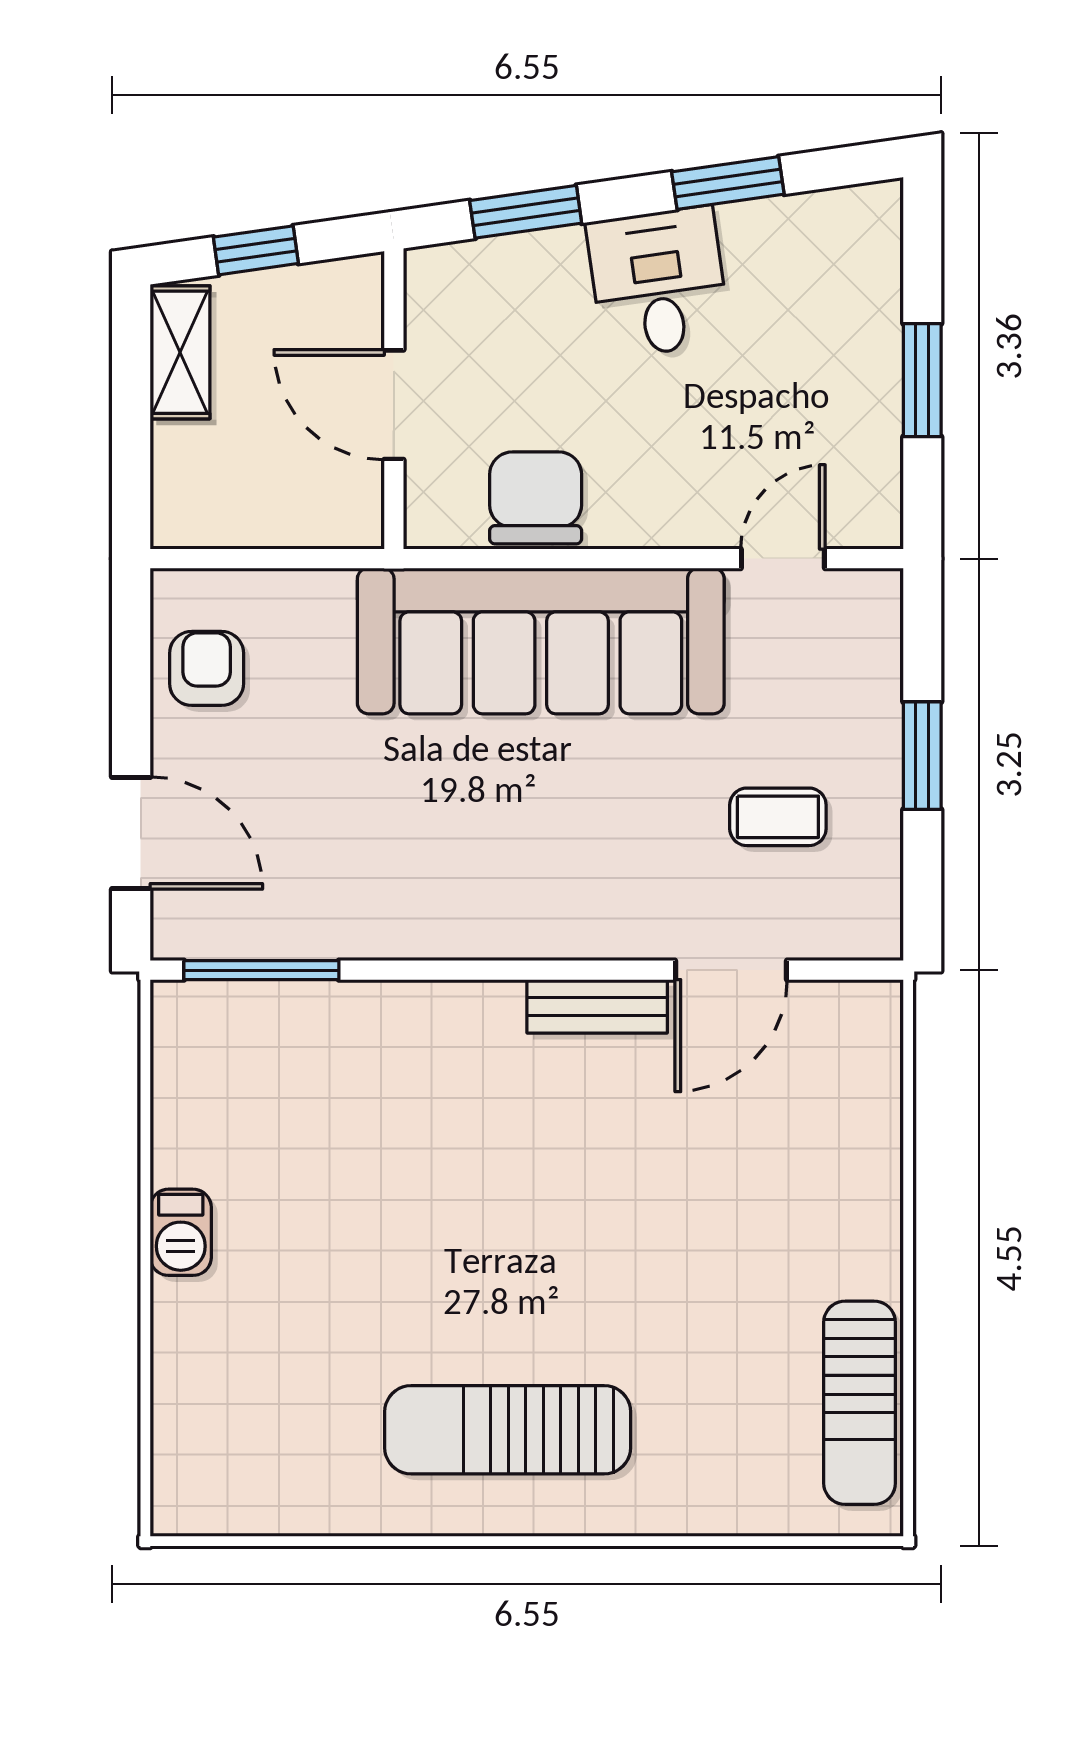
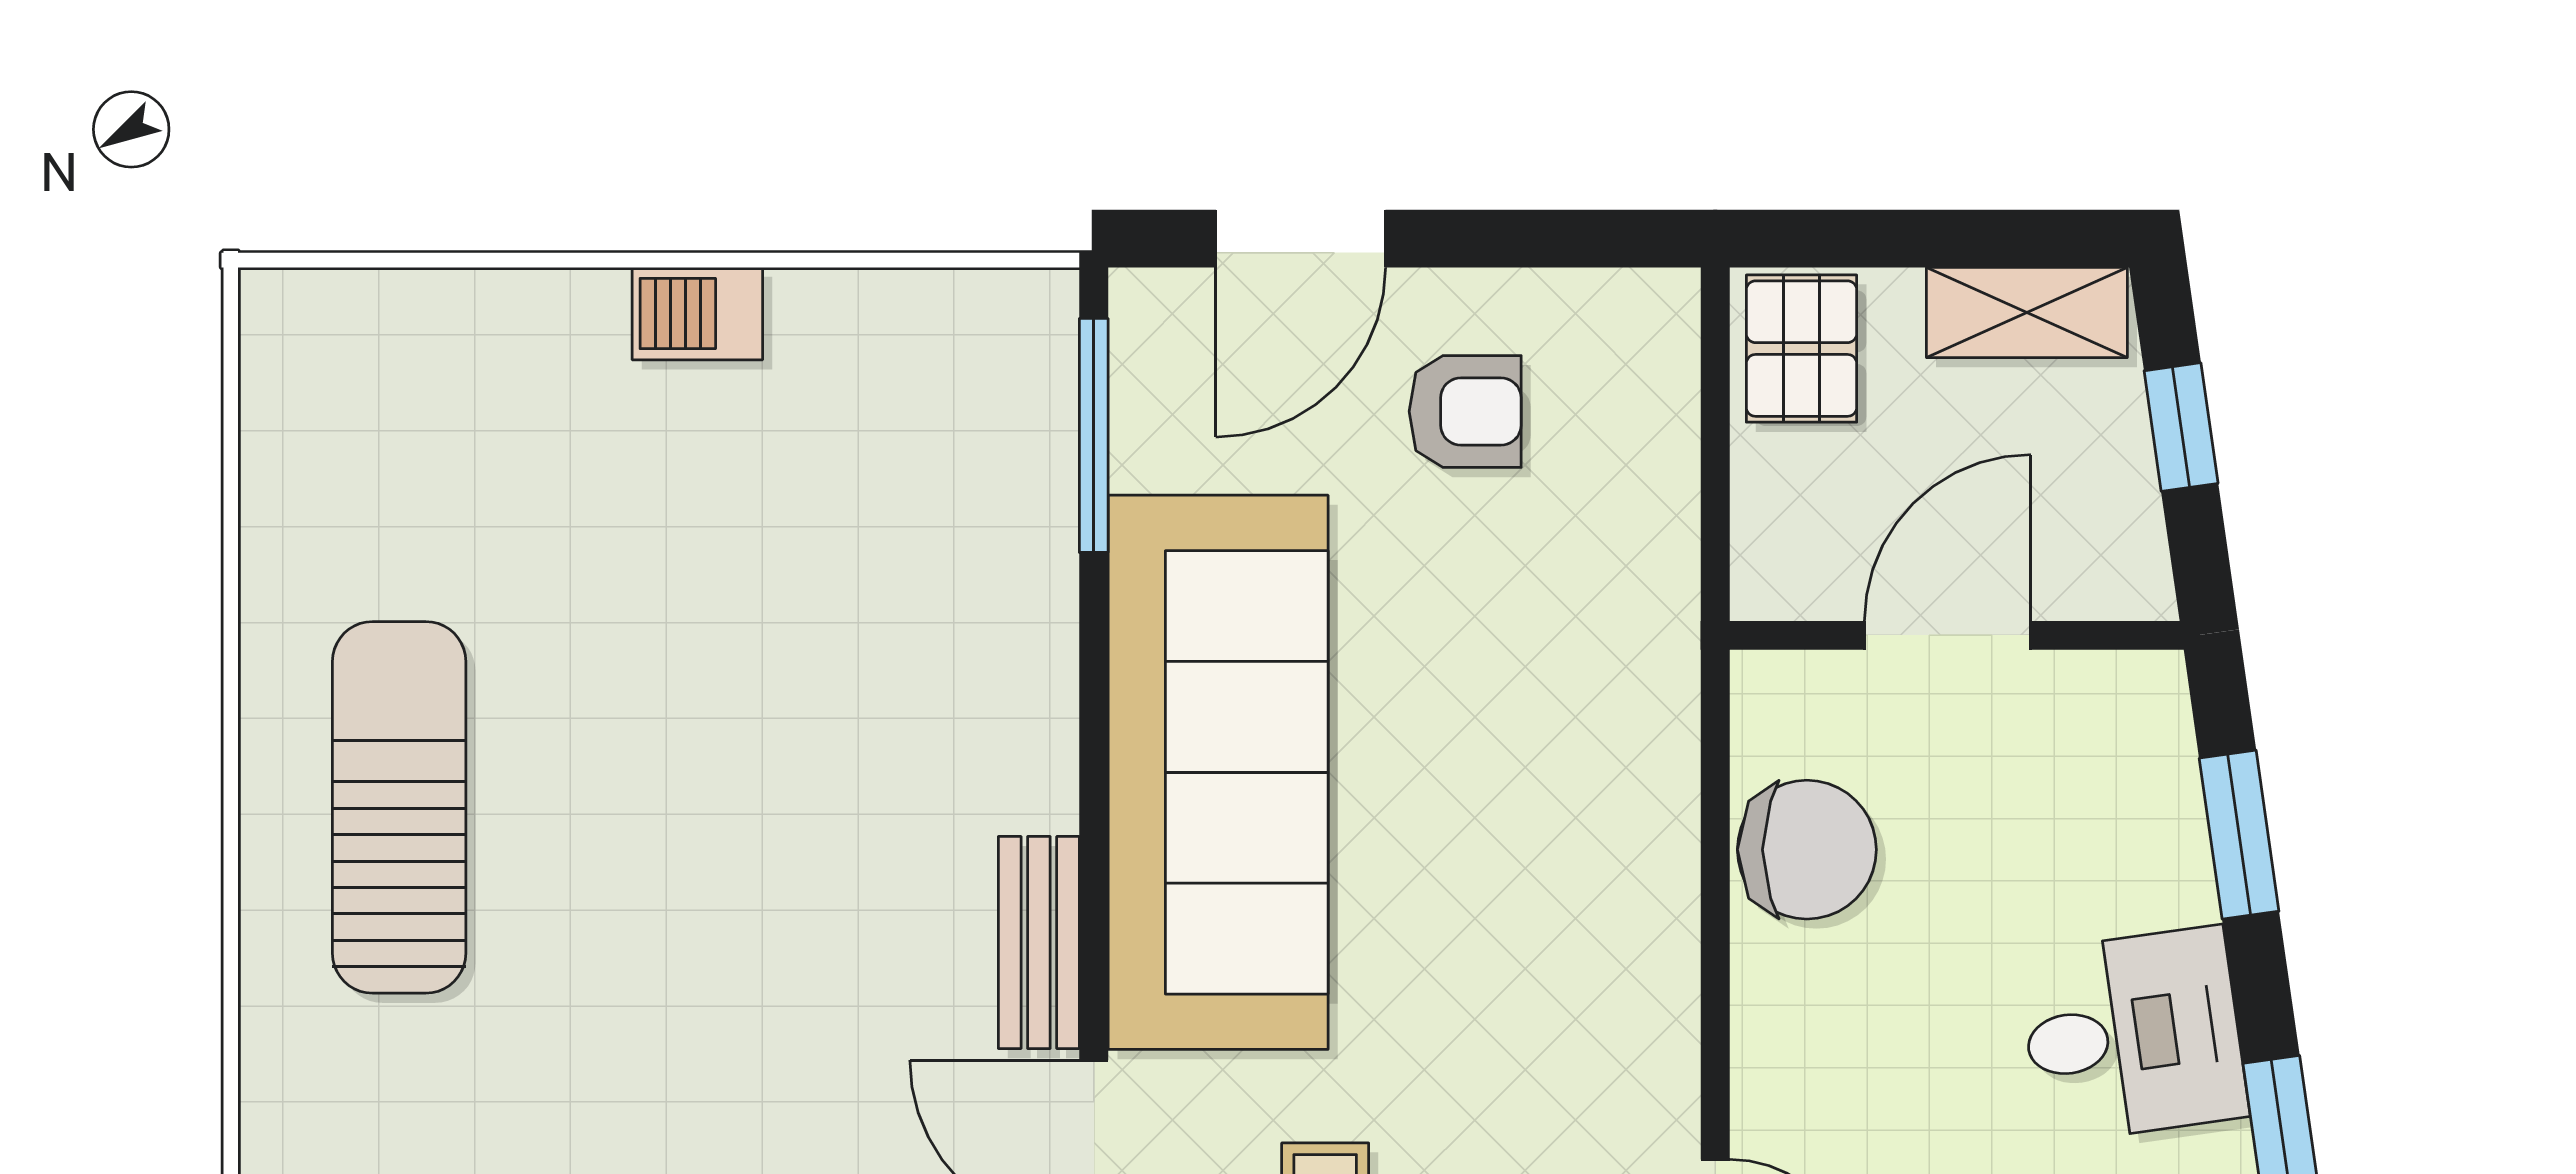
pallet: (204, 501) -> (1802, 349), added
sofa: (541, 641) -> (1218, 772), moved, turned 180
armchair: (207, 668) -> (1465, 411), moved

